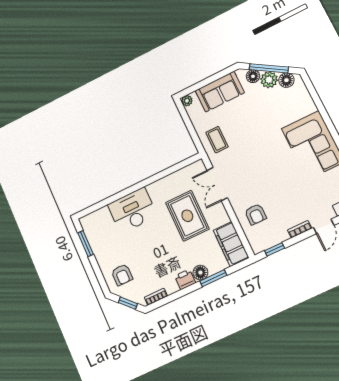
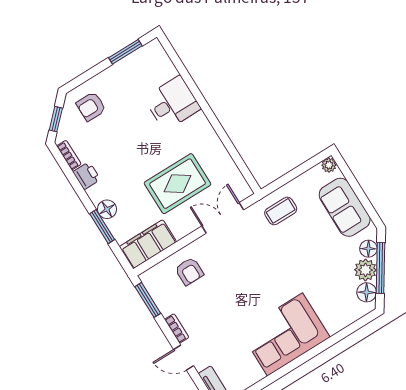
desk: (132, 210) -> (172, 103), width x0.73
armchair: (255, 214) -> (189, 271), turned -90
window: (275, 249) -> (148, 300), width x1.50
printer: (185, 279) -> (87, 176), moved

